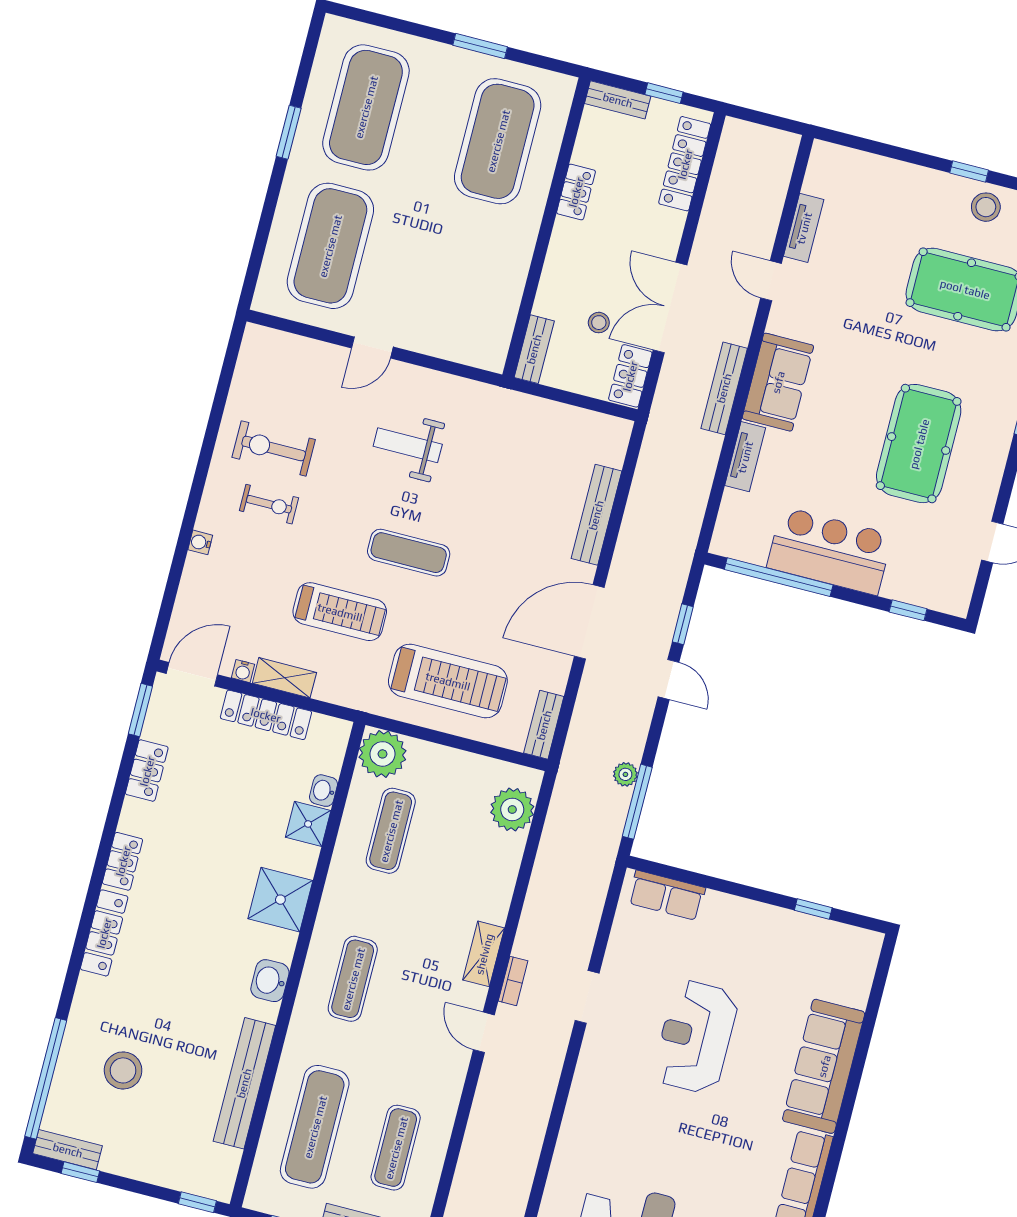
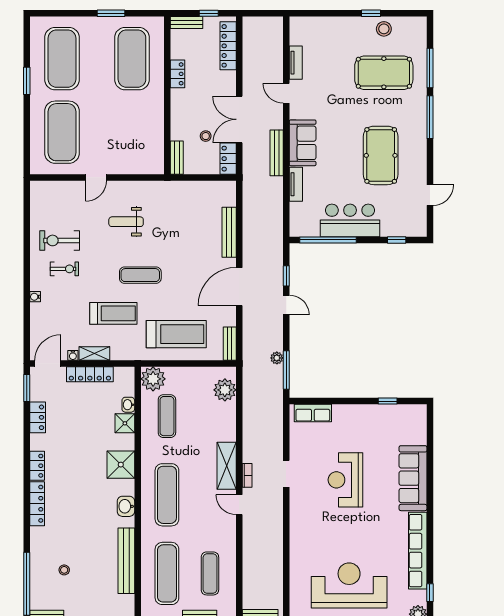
shelving: (484, 954) -> (227, 466), width x1.50, depth x1.33
exercise mat: (353, 979) -> (167, 495), width x1.36, depth x1.45
stool: (123, 1070) -> (64, 570), width x0.53, depth x0.53

